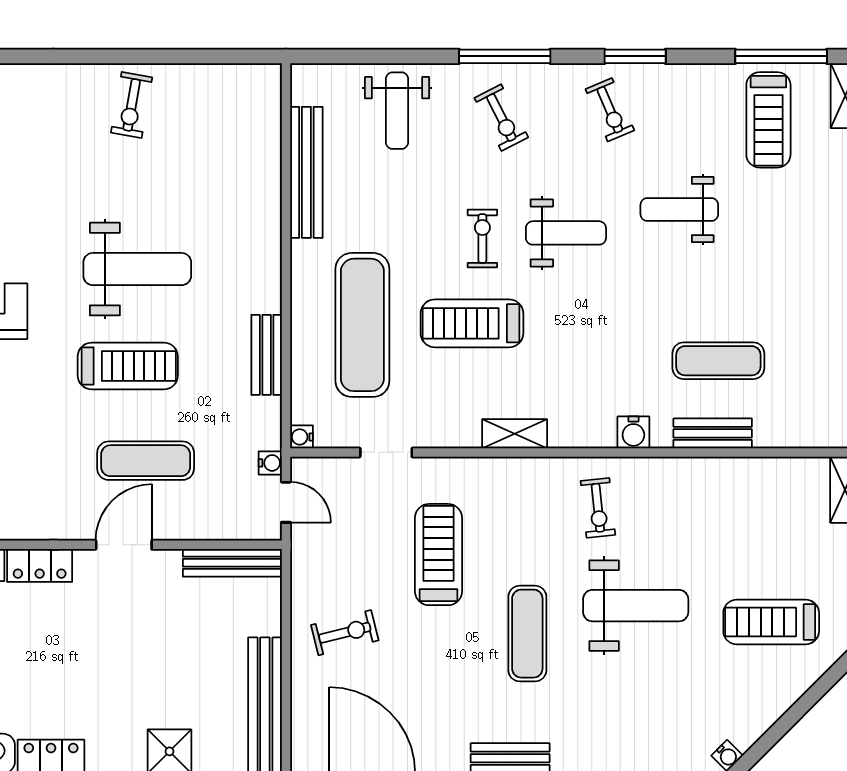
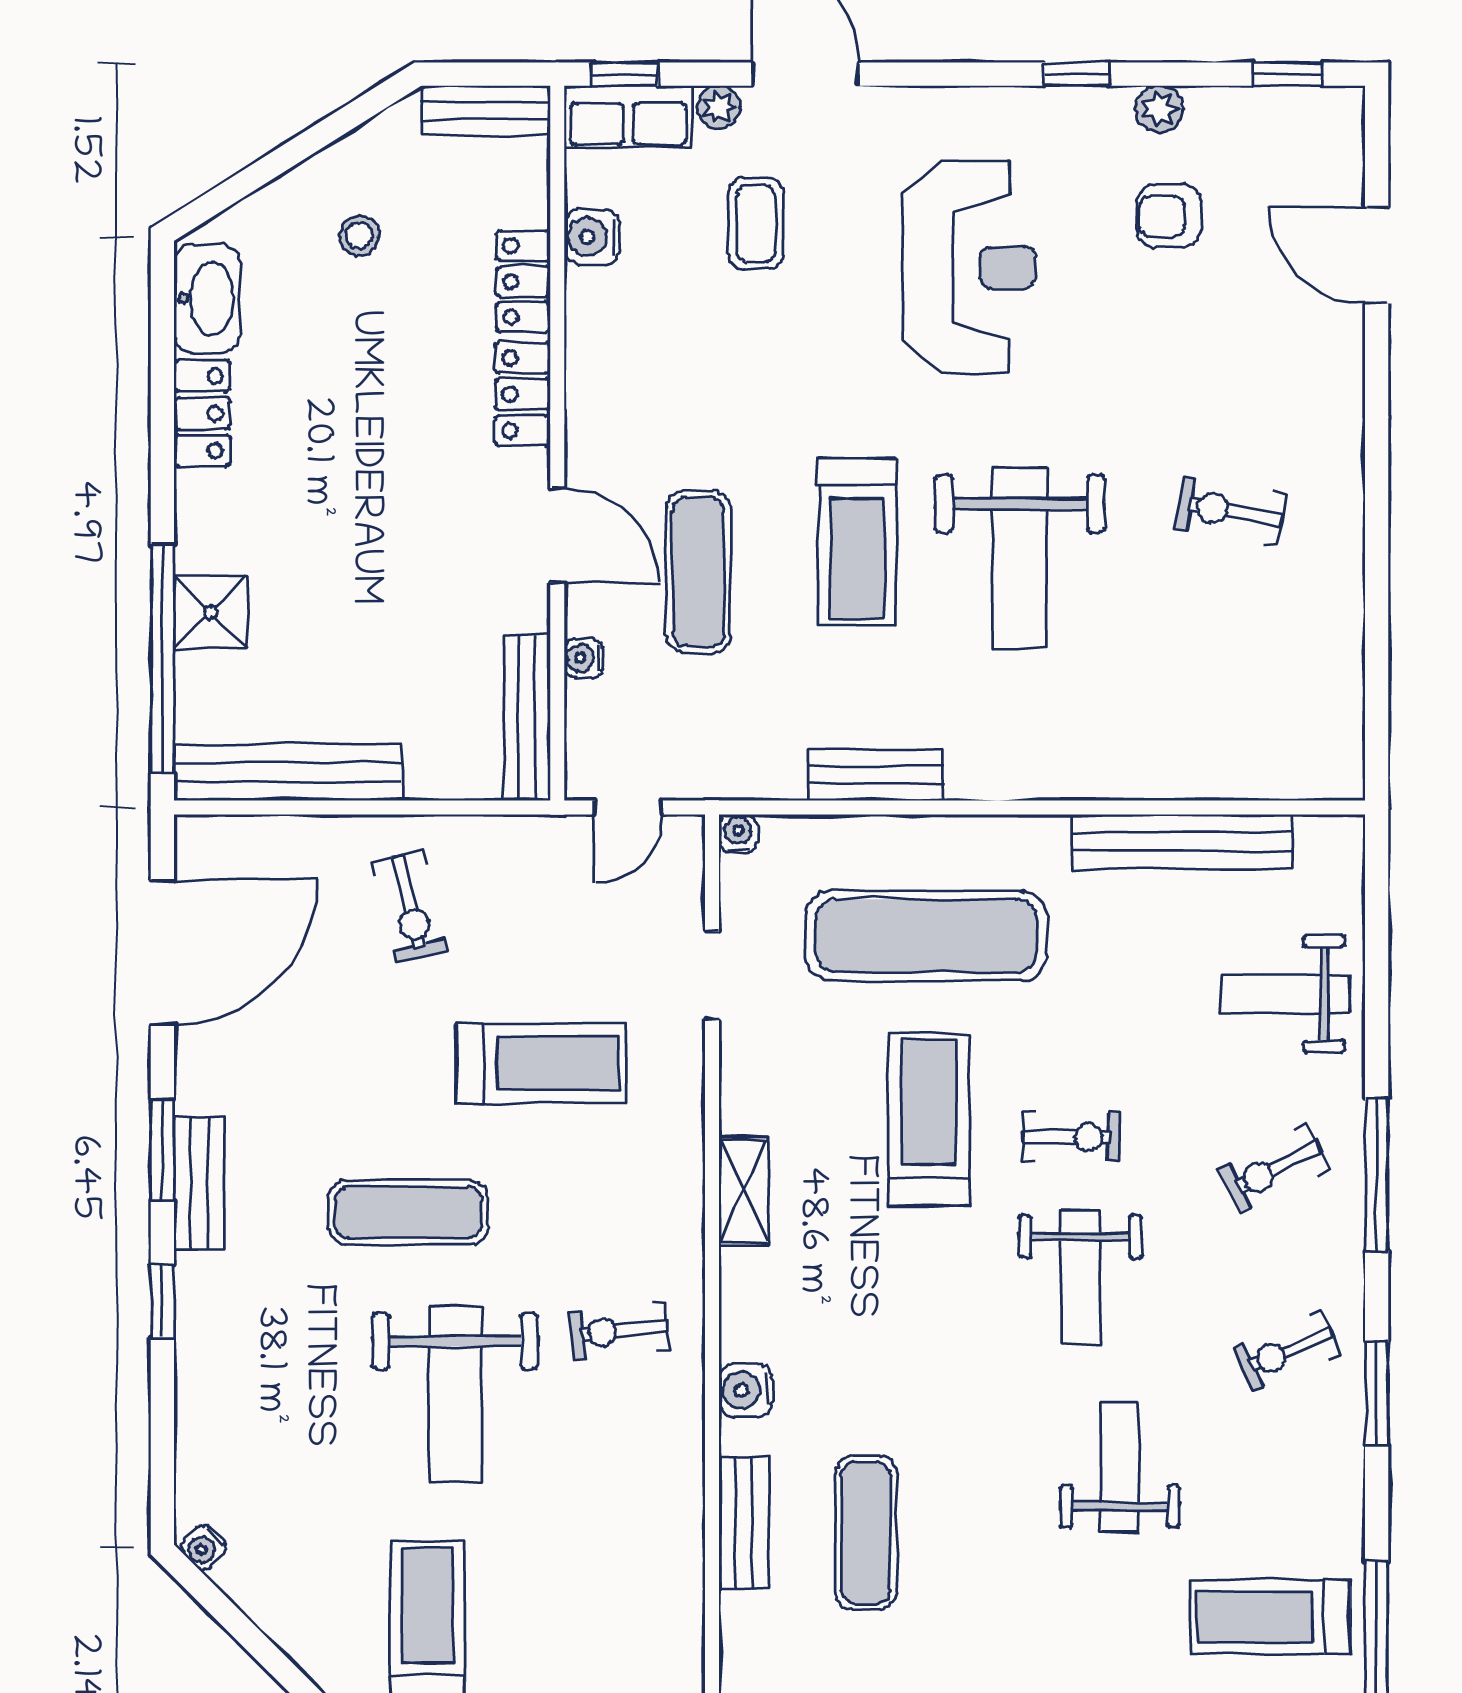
exercise bike: (132, 105) -> (1230, 511), moved
water cooler: (270, 463) -> (584, 658), moved, turned 90

